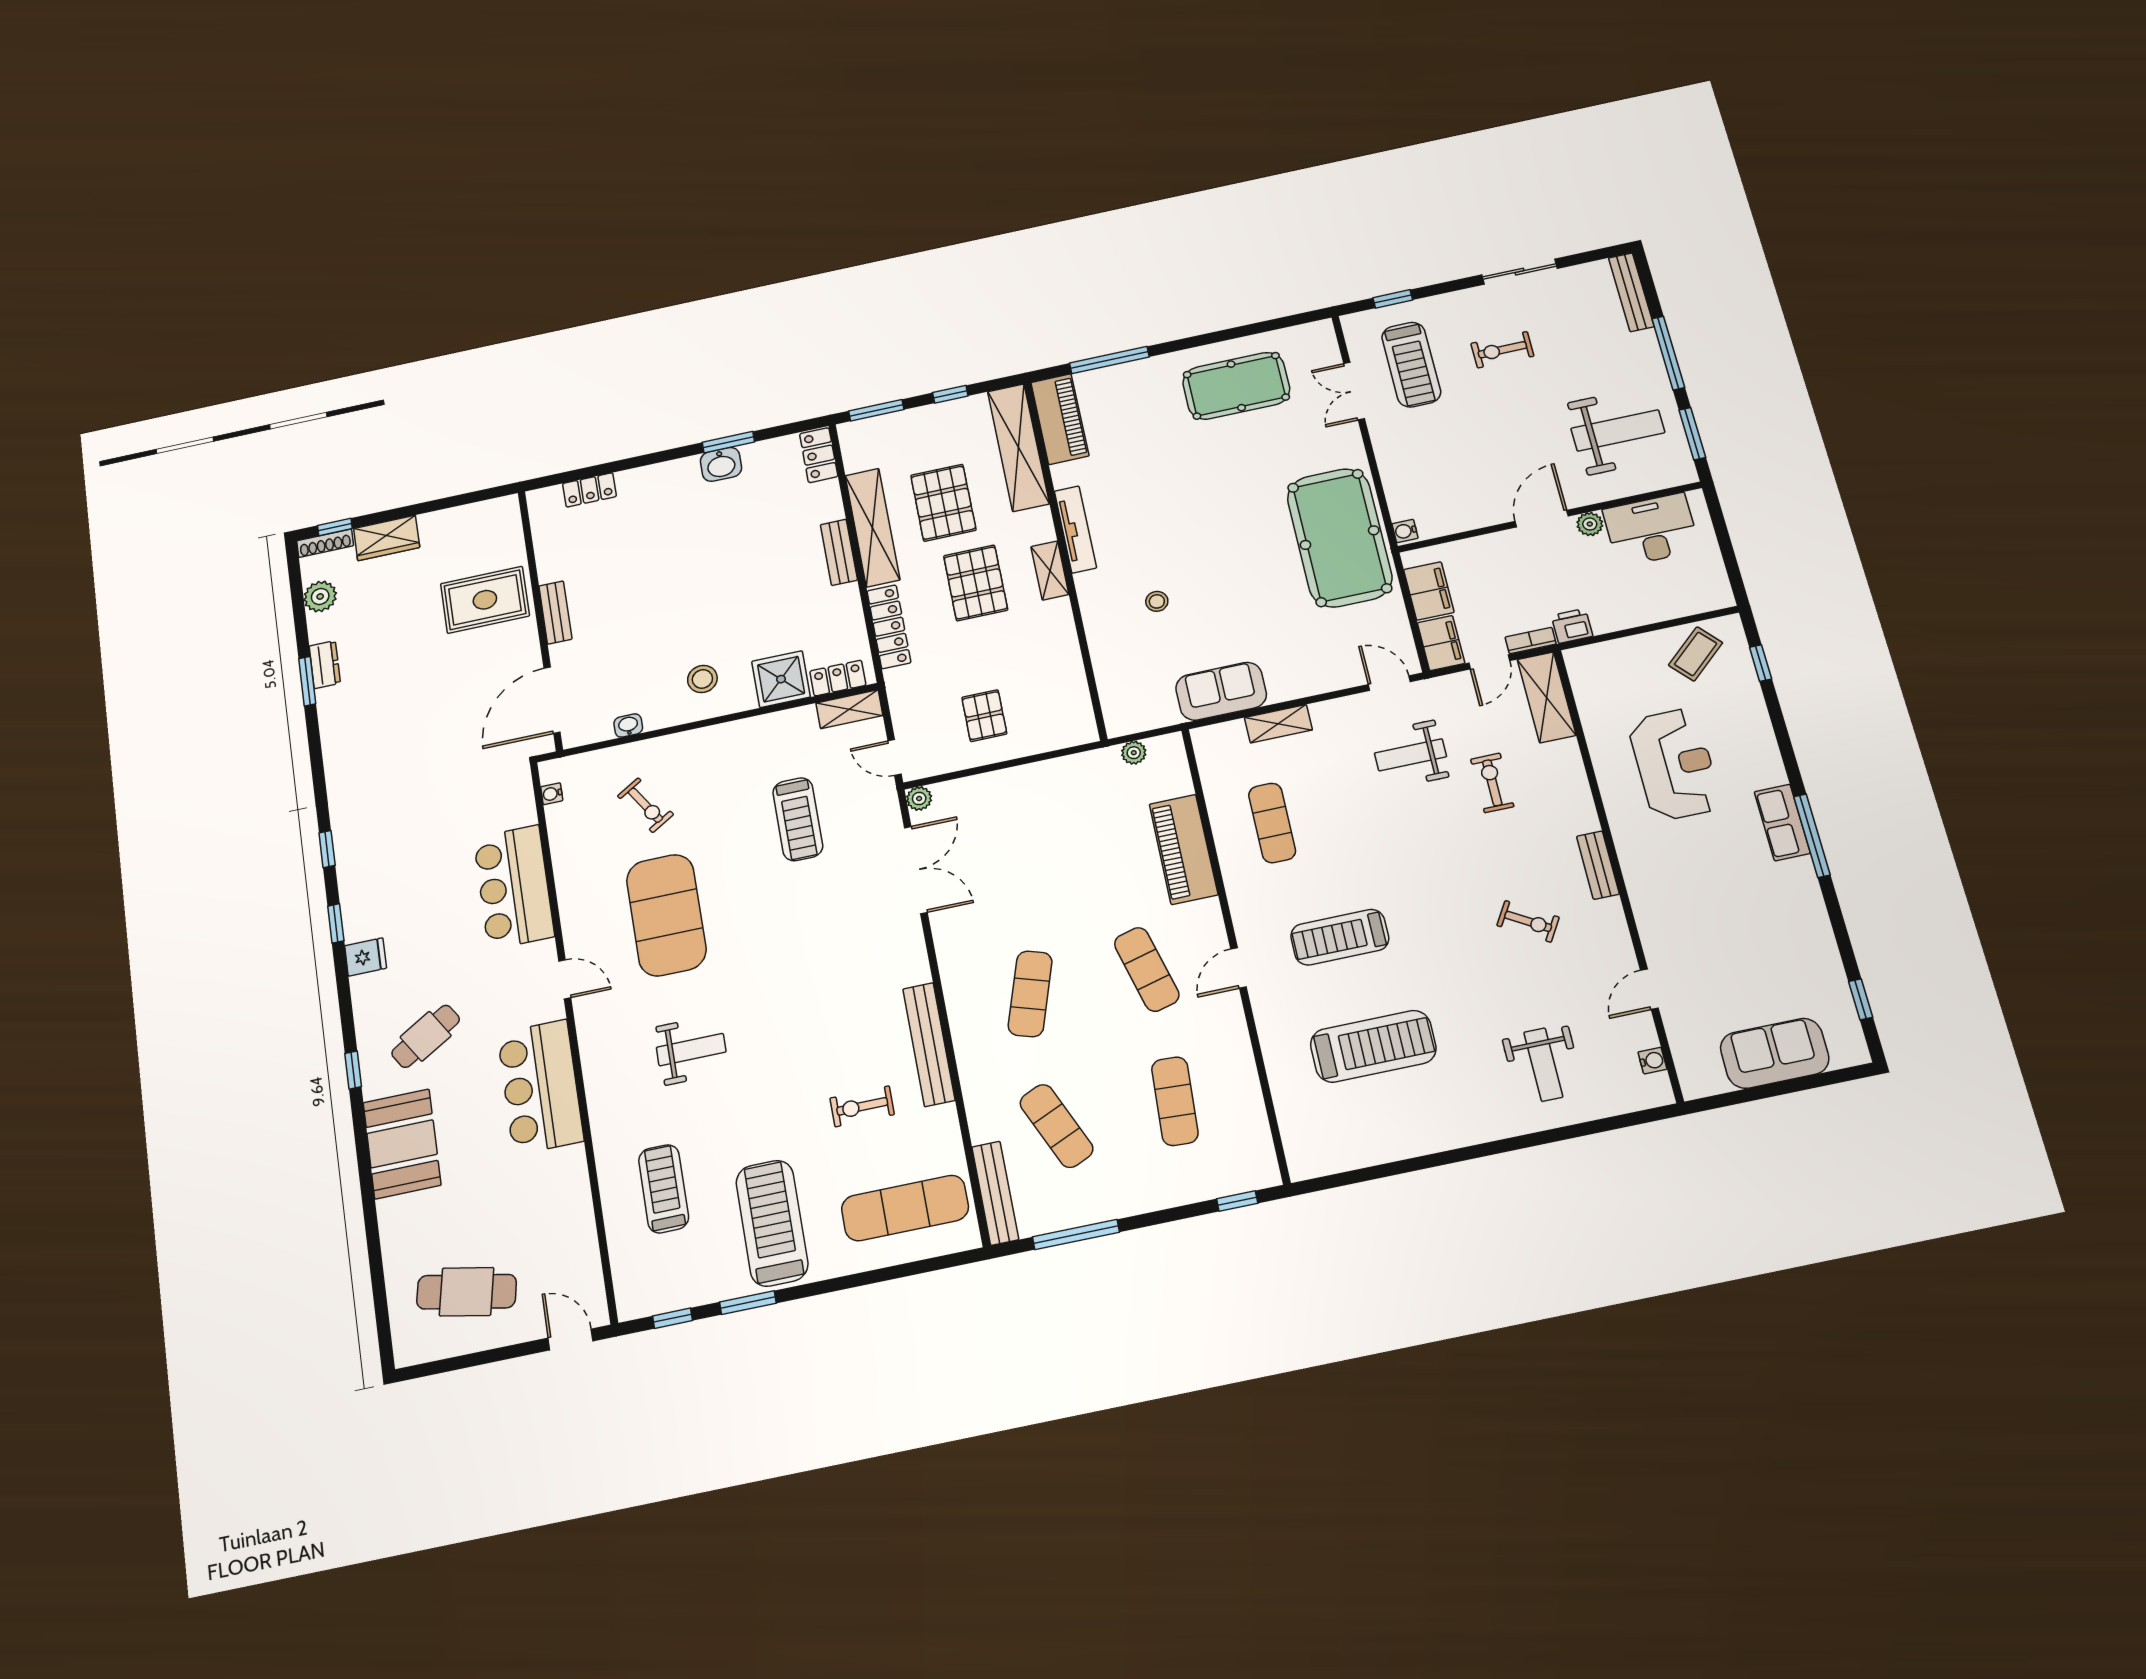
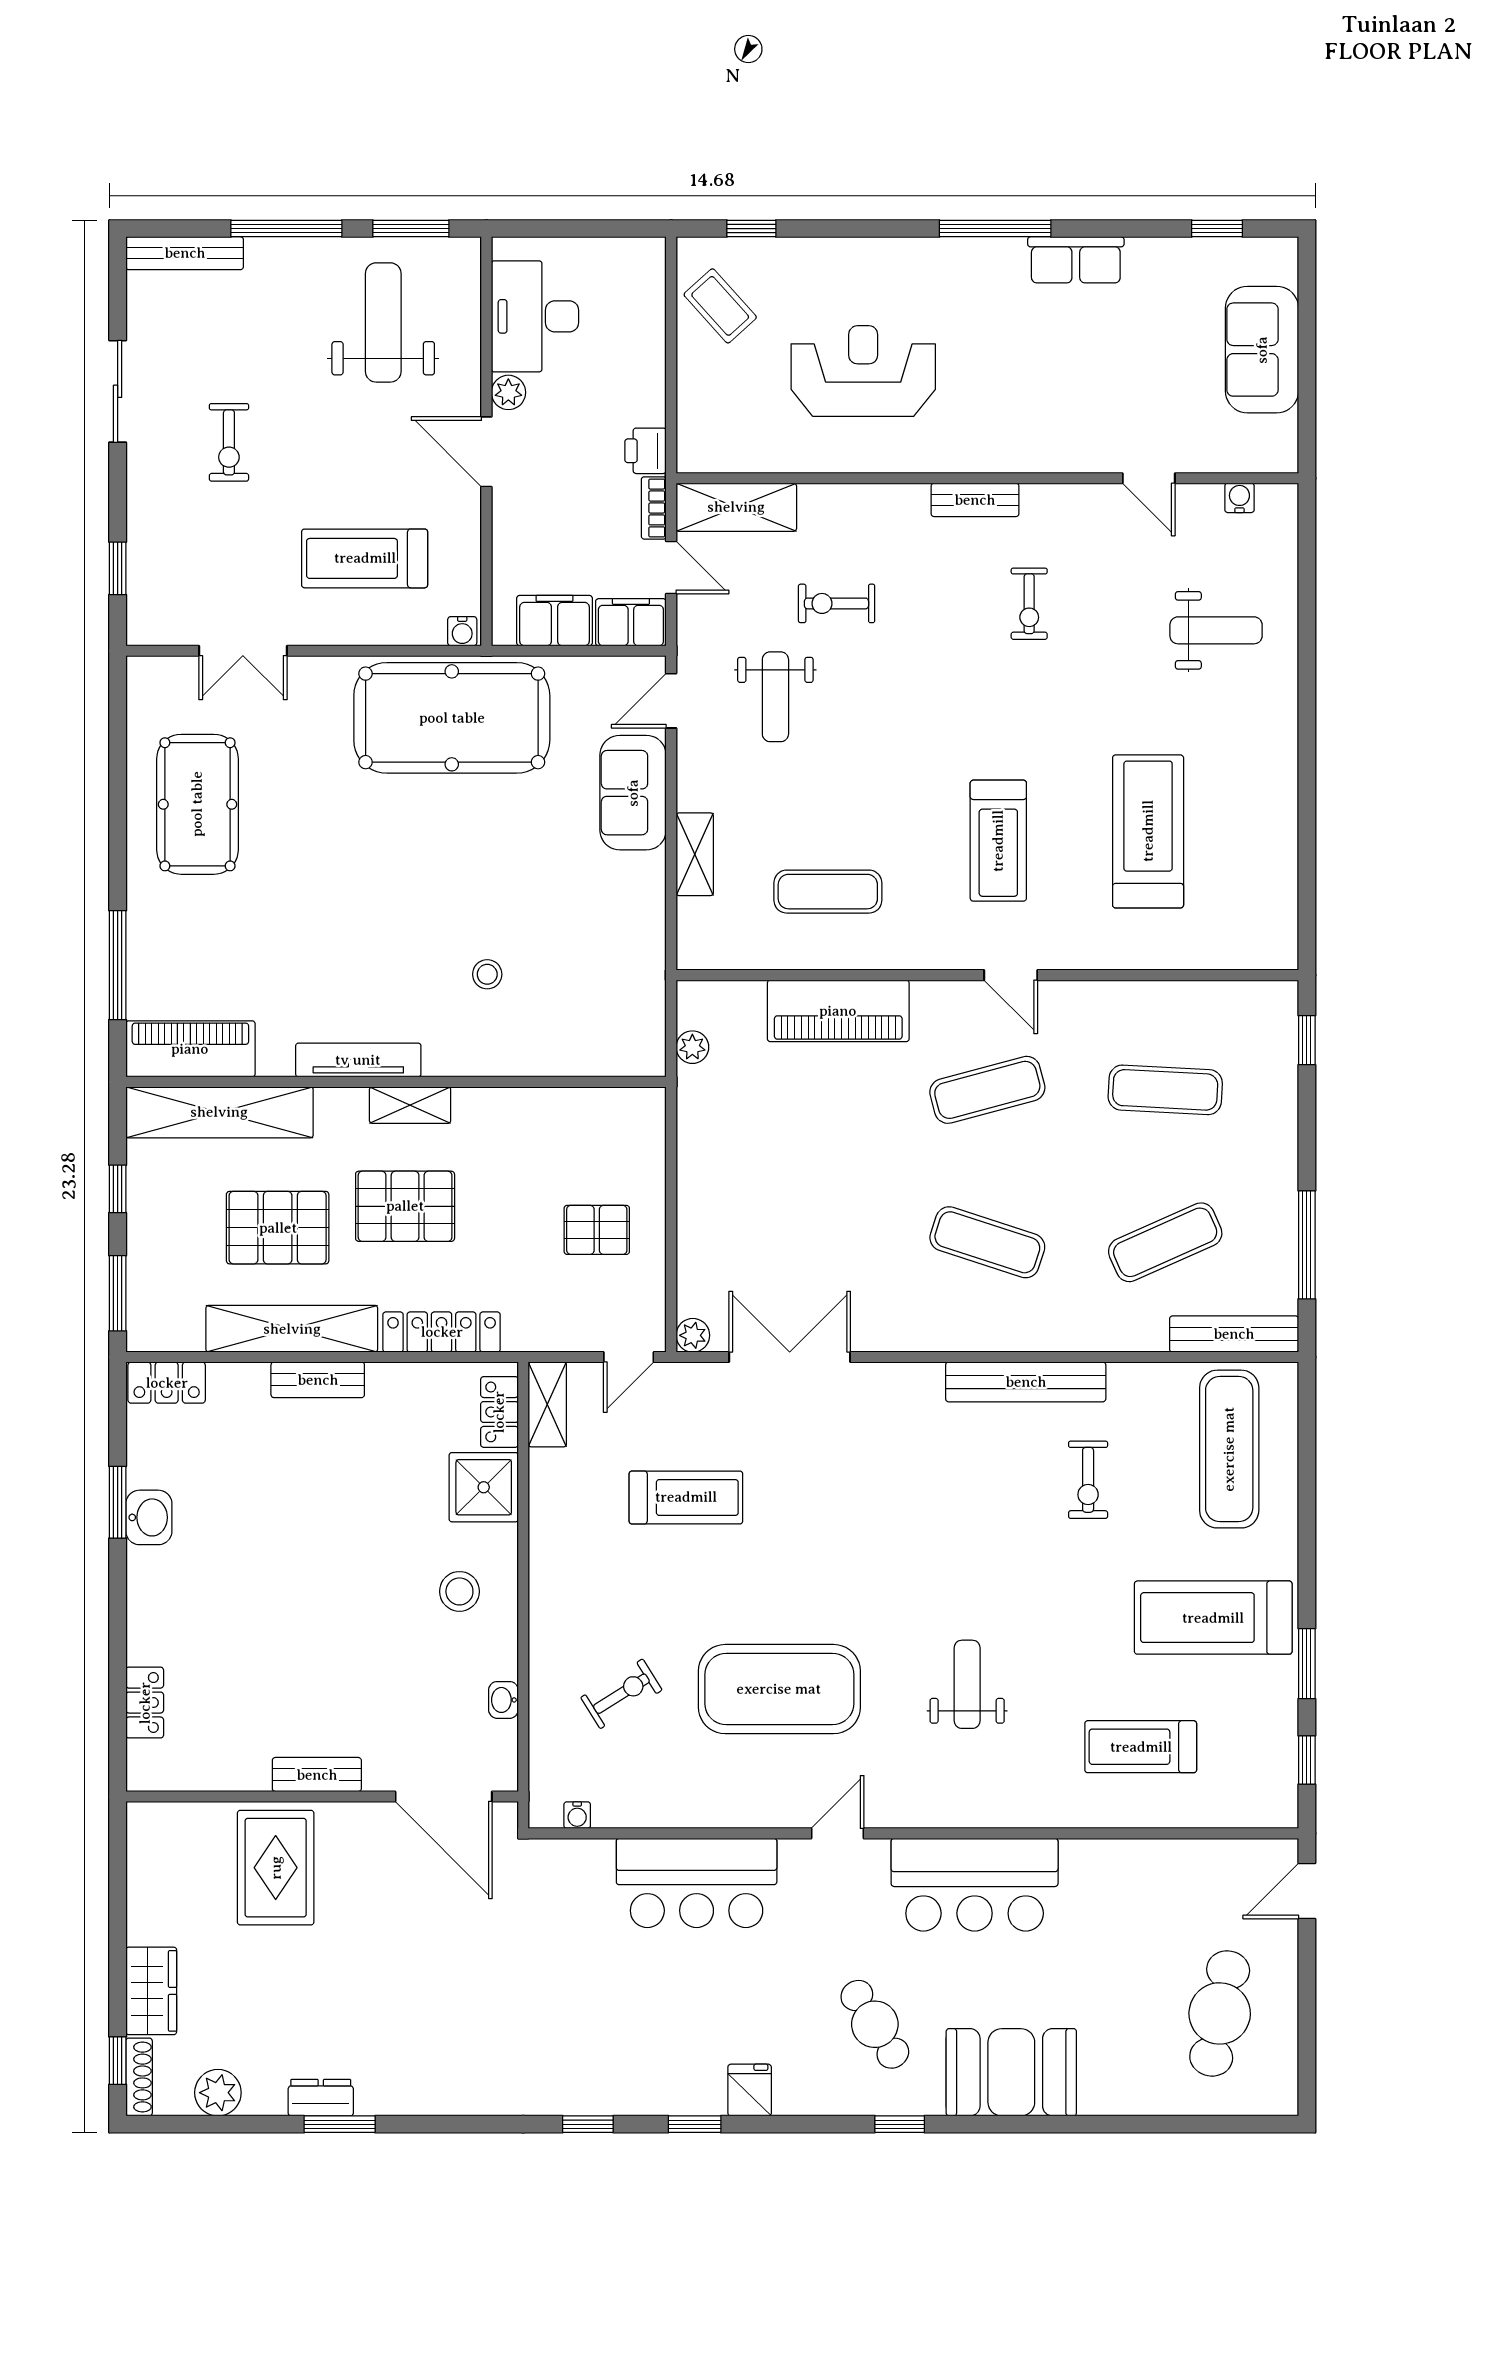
treadmill: (1411, 365) -> (365, 558), moved, turned 180
sofa: (1221, 691) -> (633, 793), moved
row of seats: (1782, 822) -> (1076, 260), moved
exercise bike: (1528, 921) -> (1029, 604), turned 149

